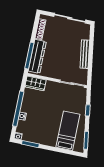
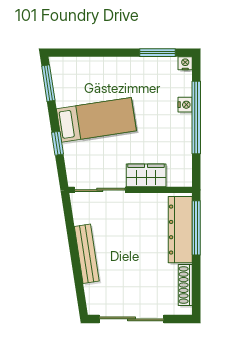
wardrobe: (36, 83) -> (146, 175), moved
bed: (68, 131) -> (96, 120), moved, turned -99

